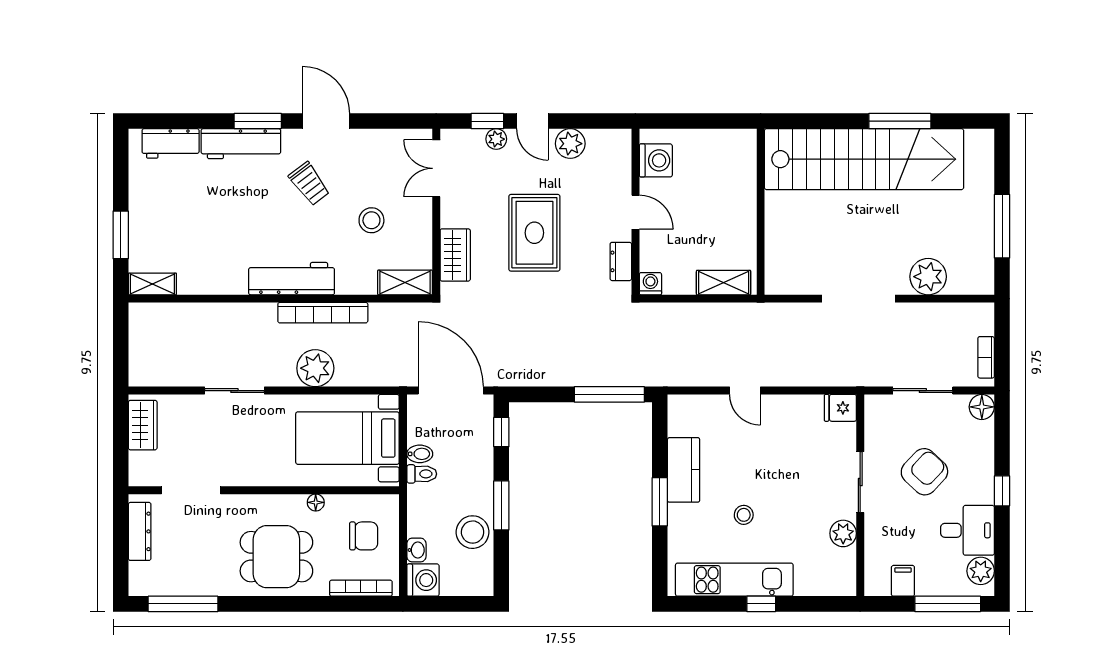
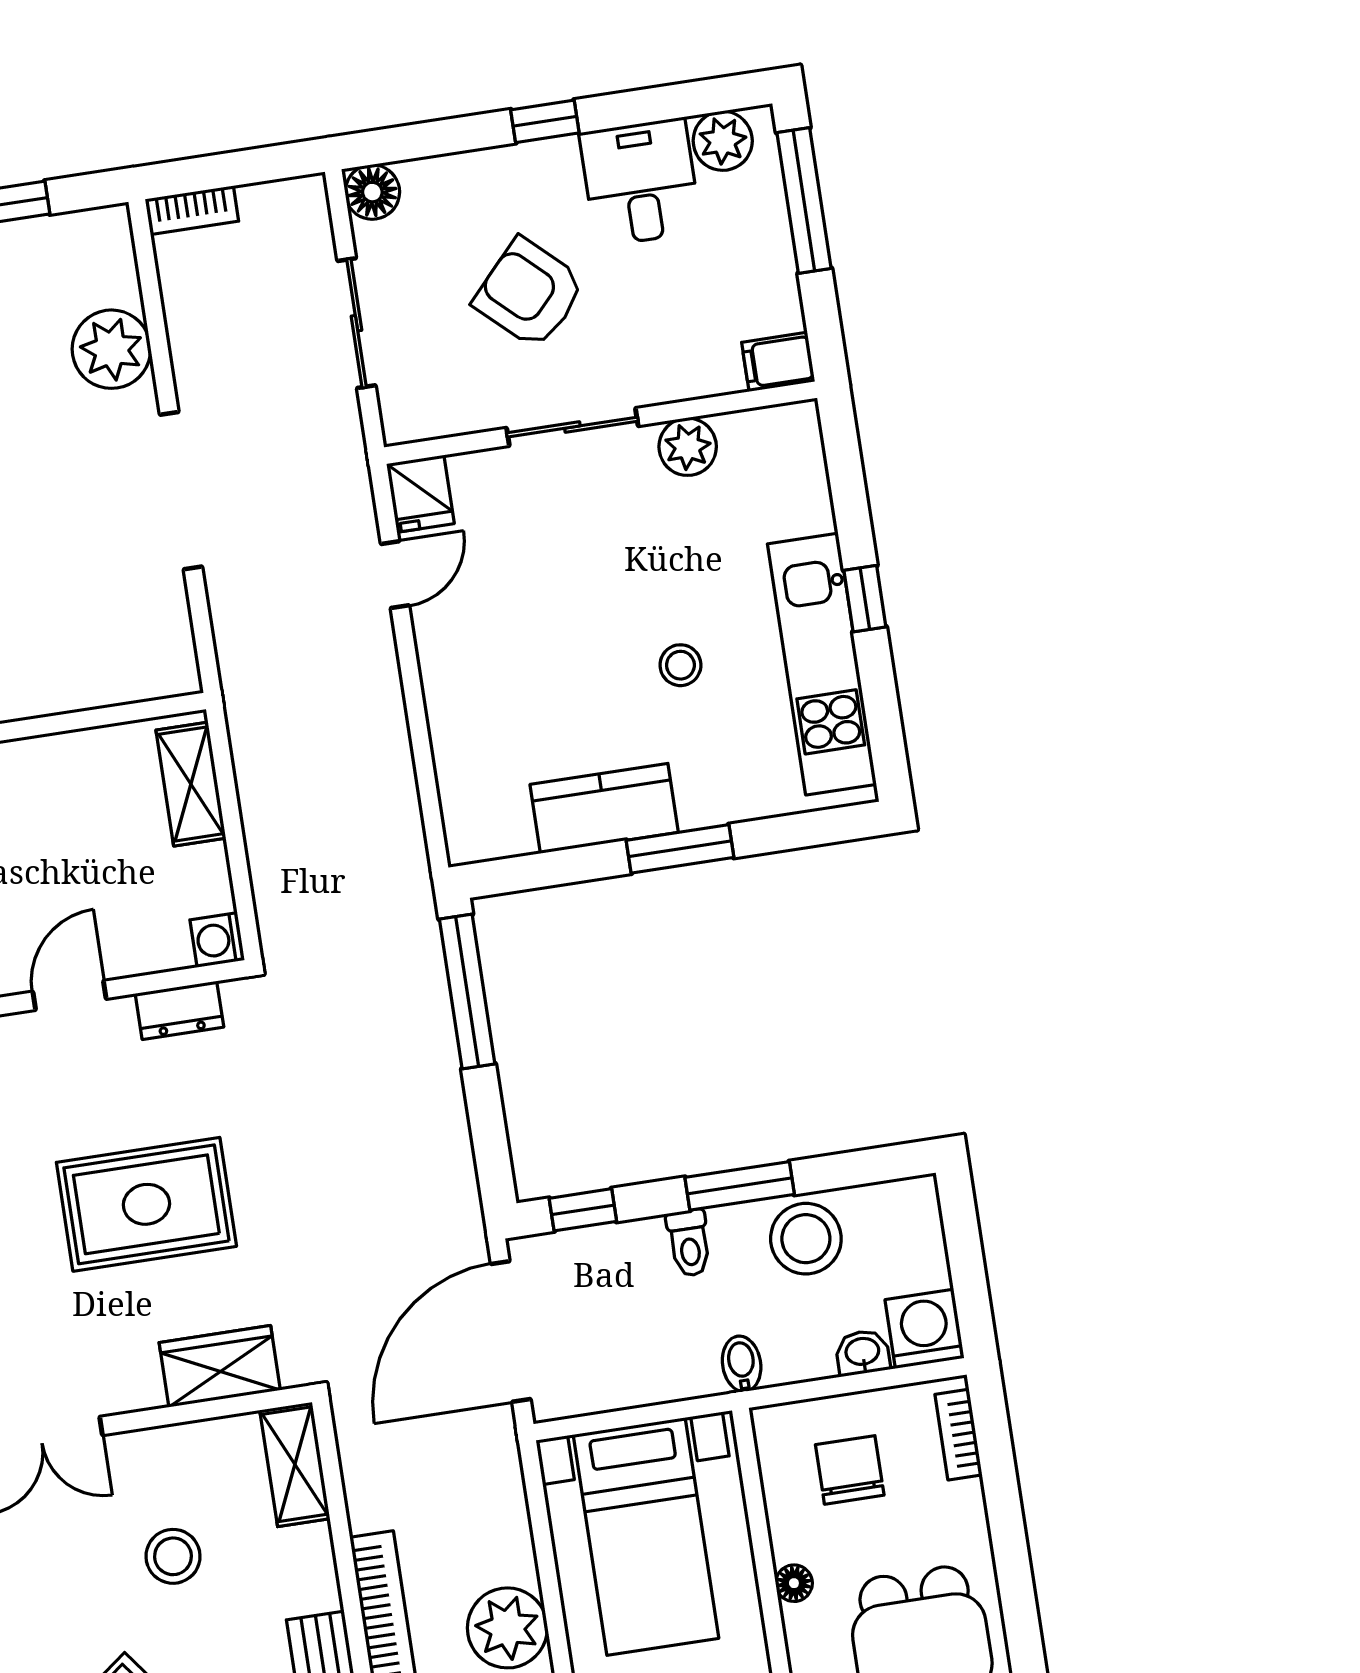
bookcase: (986, 357) -> (192, 210), moved
door: (745, 391) -> (395, 575), moved
bidet: (420, 454) -> (742, 1364), moved
toilet: (422, 474) -> (689, 1243), moved, turned 180
filing cabinet: (903, 581) -> (778, 362), moved
bookcase: (361, 588) -> (958, 1435), width x0.64

